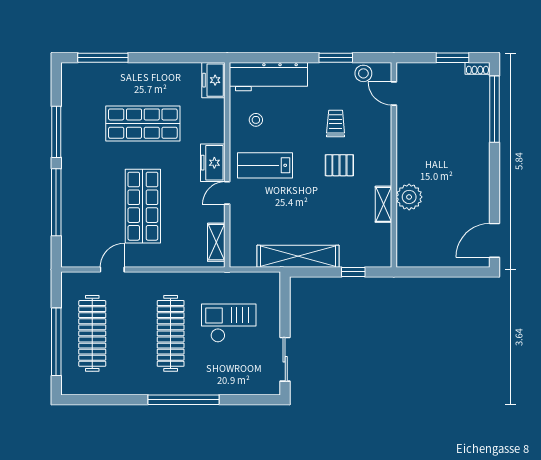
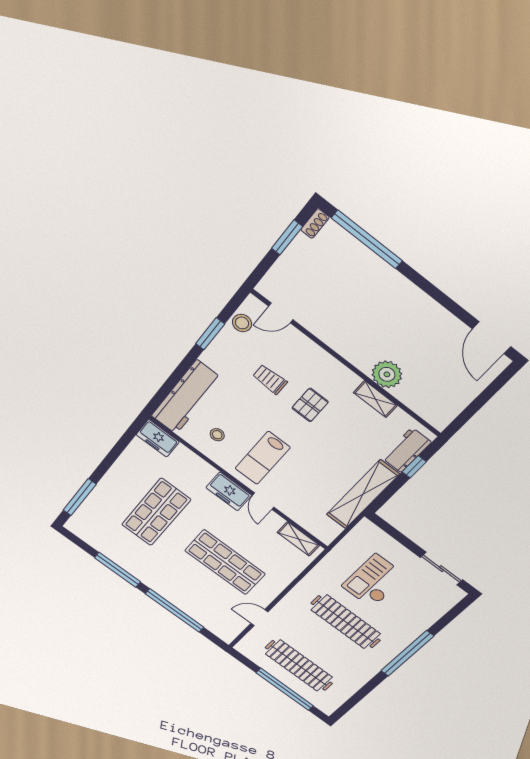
workbench: (362, 256) -> (406, 450), added
door: (112, 270) -> (259, 618), hinge flipped

